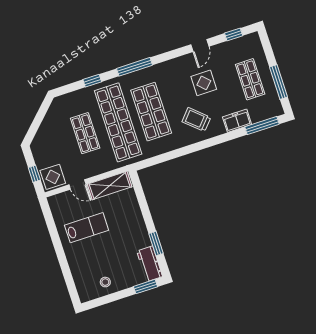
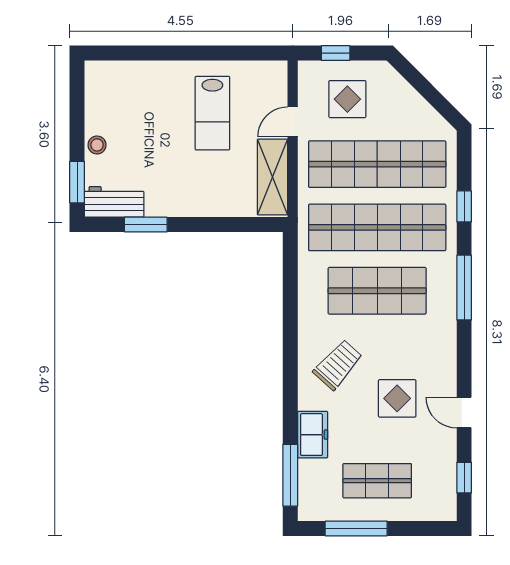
shop shelf: (85, 133) -> (377, 164), width x2.00, depth x1.36
display table: (53, 177) -> (347, 99), moved
stool: (105, 282) -> (97, 145), moved

